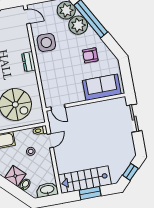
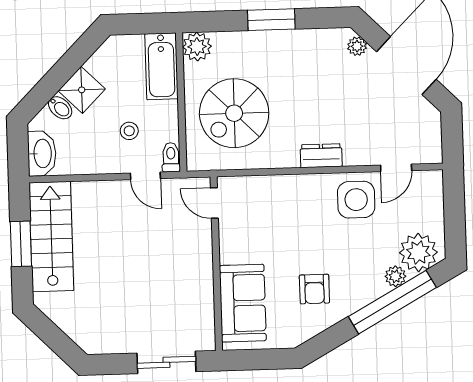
door: (27, 17) -> (396, 168), moved
plant: (78, 25) -> (395, 276), width x0.53, depth x0.53
armchair: (90, 55) -> (314, 289), turned 180
door: (58, 107) -> (214, 203), hinge flipped
window: (130, 172) -> (53, 337), removed

